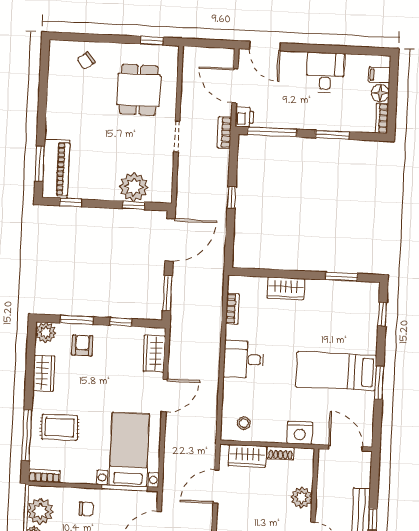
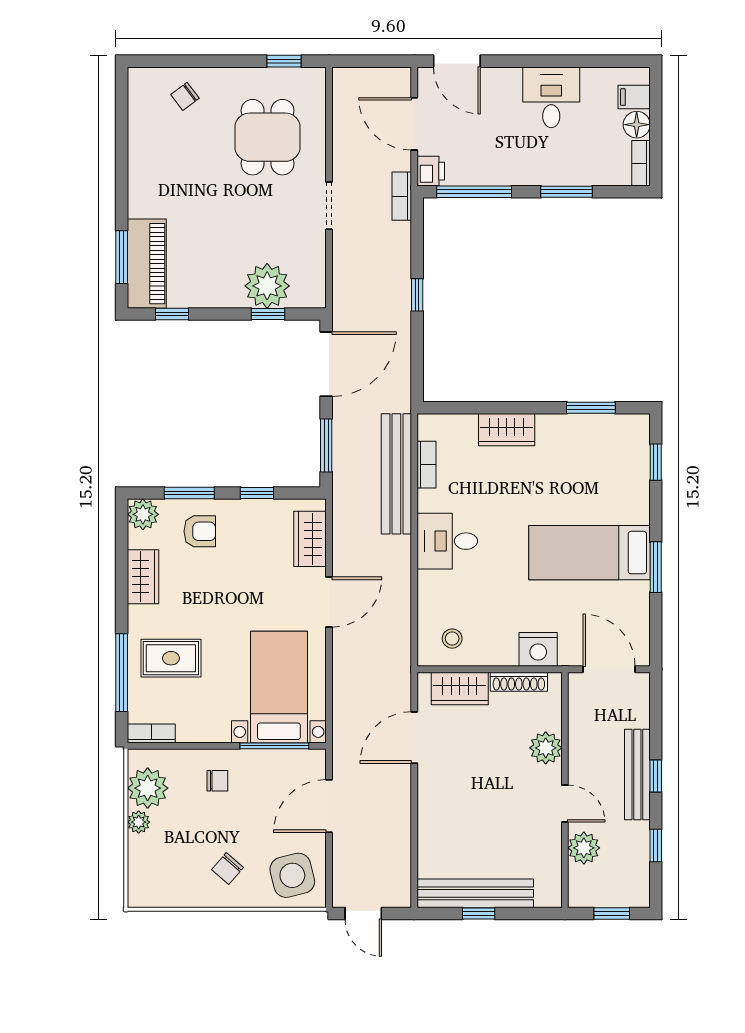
bench: (212, 314) -> (396, 474), added
armchair: (82, 345) -> (200, 531), turned 90
shoe rack: (281, 453) -> (519, 682), width x1.43

